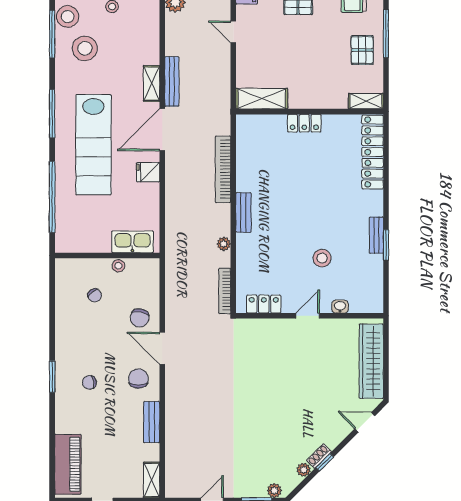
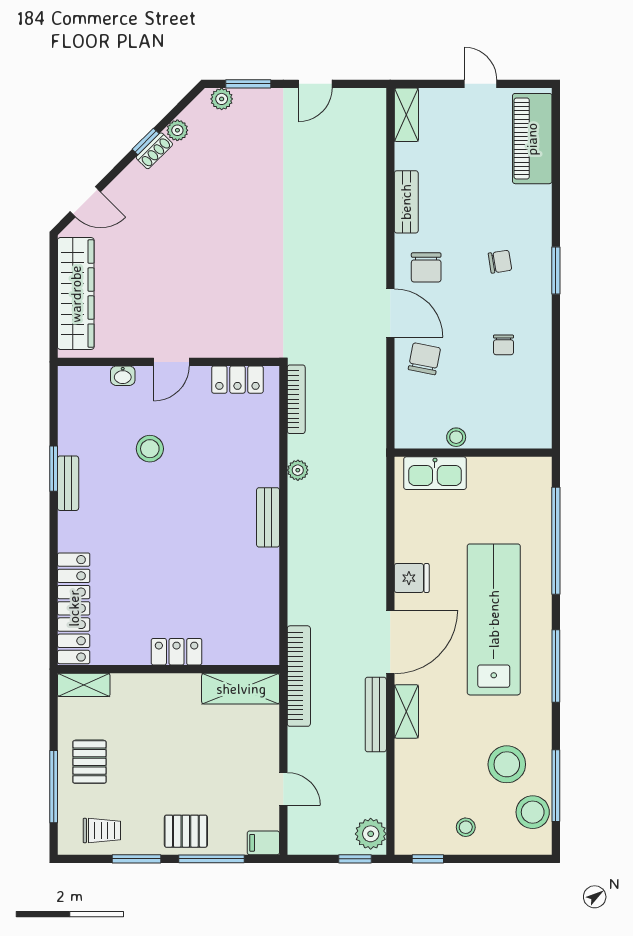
bookcase: (223, 169) -> (299, 676), moved
chair: (95, 295) -> (503, 345), moved, turned -144

